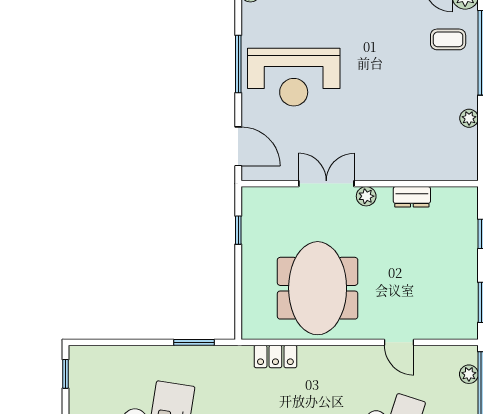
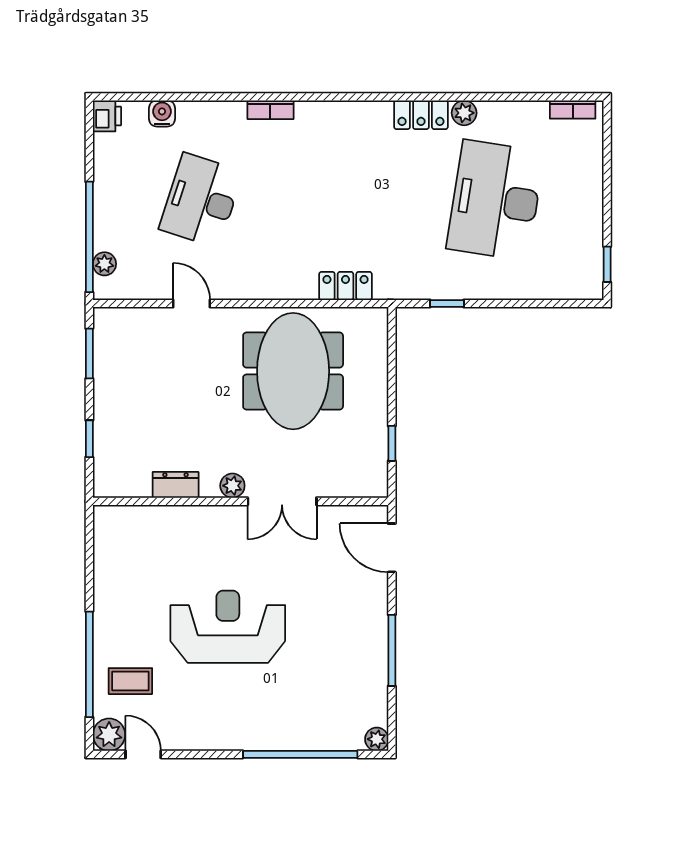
reception desk: (294, 77) -> (228, 627), moved
plant: (469, 118) -> (104, 583), removed
window: (194, 342) -> (447, 303), width x0.67

